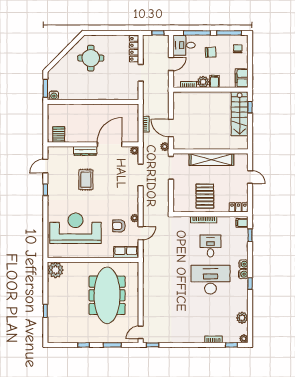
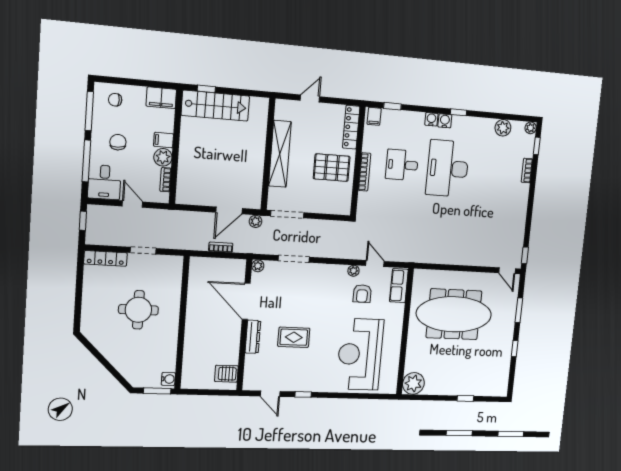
round table: (91, 58) -> (138, 310), moved
locker: (238, 207) -> (351, 127), width x1.53

